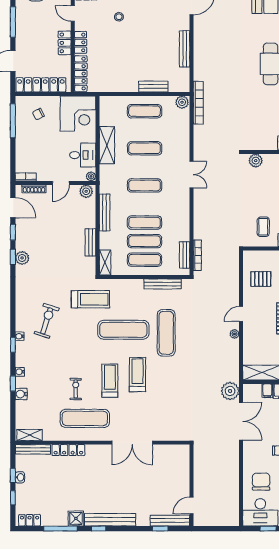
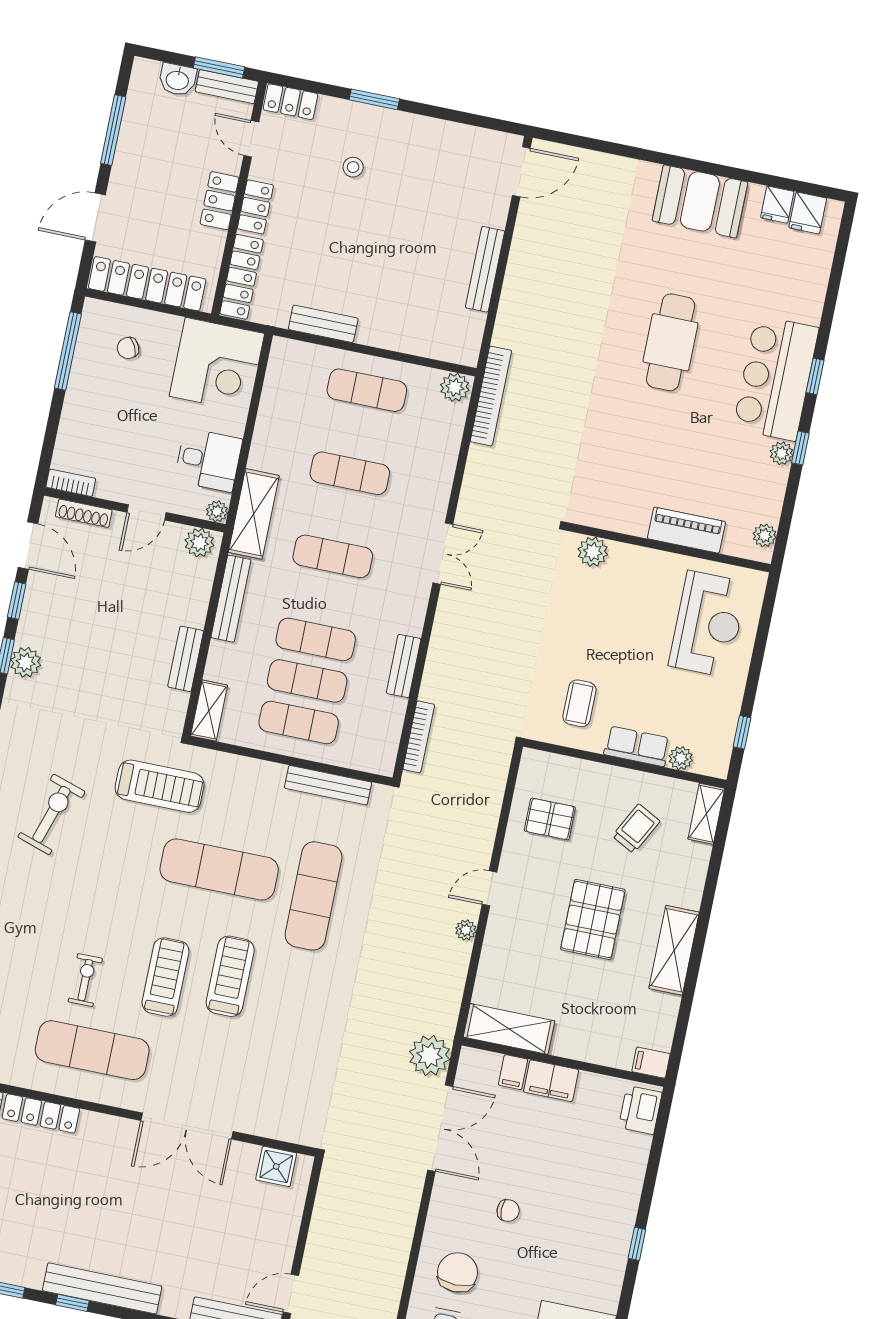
bench: (153, 87) -> (323, 324), moved
shelving: (107, 145) -> (254, 514), moved
bench: (185, 255) -> (404, 666), moved
shower: (76, 518) -> (276, 1166), moved

